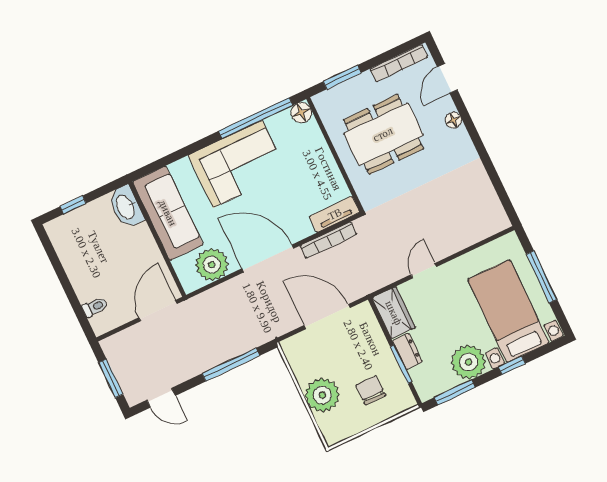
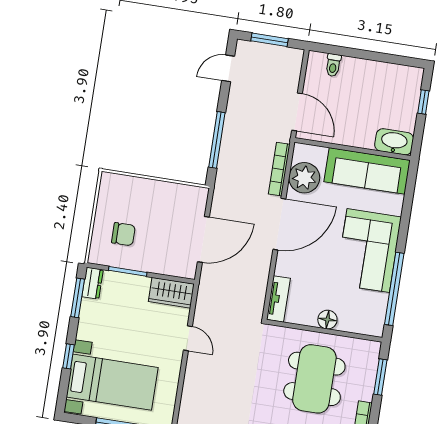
floor lamp: (301, 113) -> (327, 320), moved
bookcase: (328, 240) -> (279, 169), moved
dresser: (407, 351) -> (93, 283), moved, turned -90
plant: (468, 362) -> (94, 325), removed
plant: (322, 395) -> (145, 194), removed

